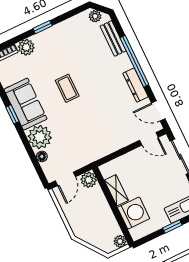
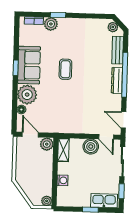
window: (43, 27) -> (58, 15), moved
dresser: (136, 85) -> (117, 80), moved
boiler: (138, 158) -> (91, 147), added
door: (65, 179) -> (30, 135), swing flipped
shelving: (116, 190) -> (63, 150), moved
washing machine: (134, 213) -> (63, 180), width x0.53, depth x0.53

